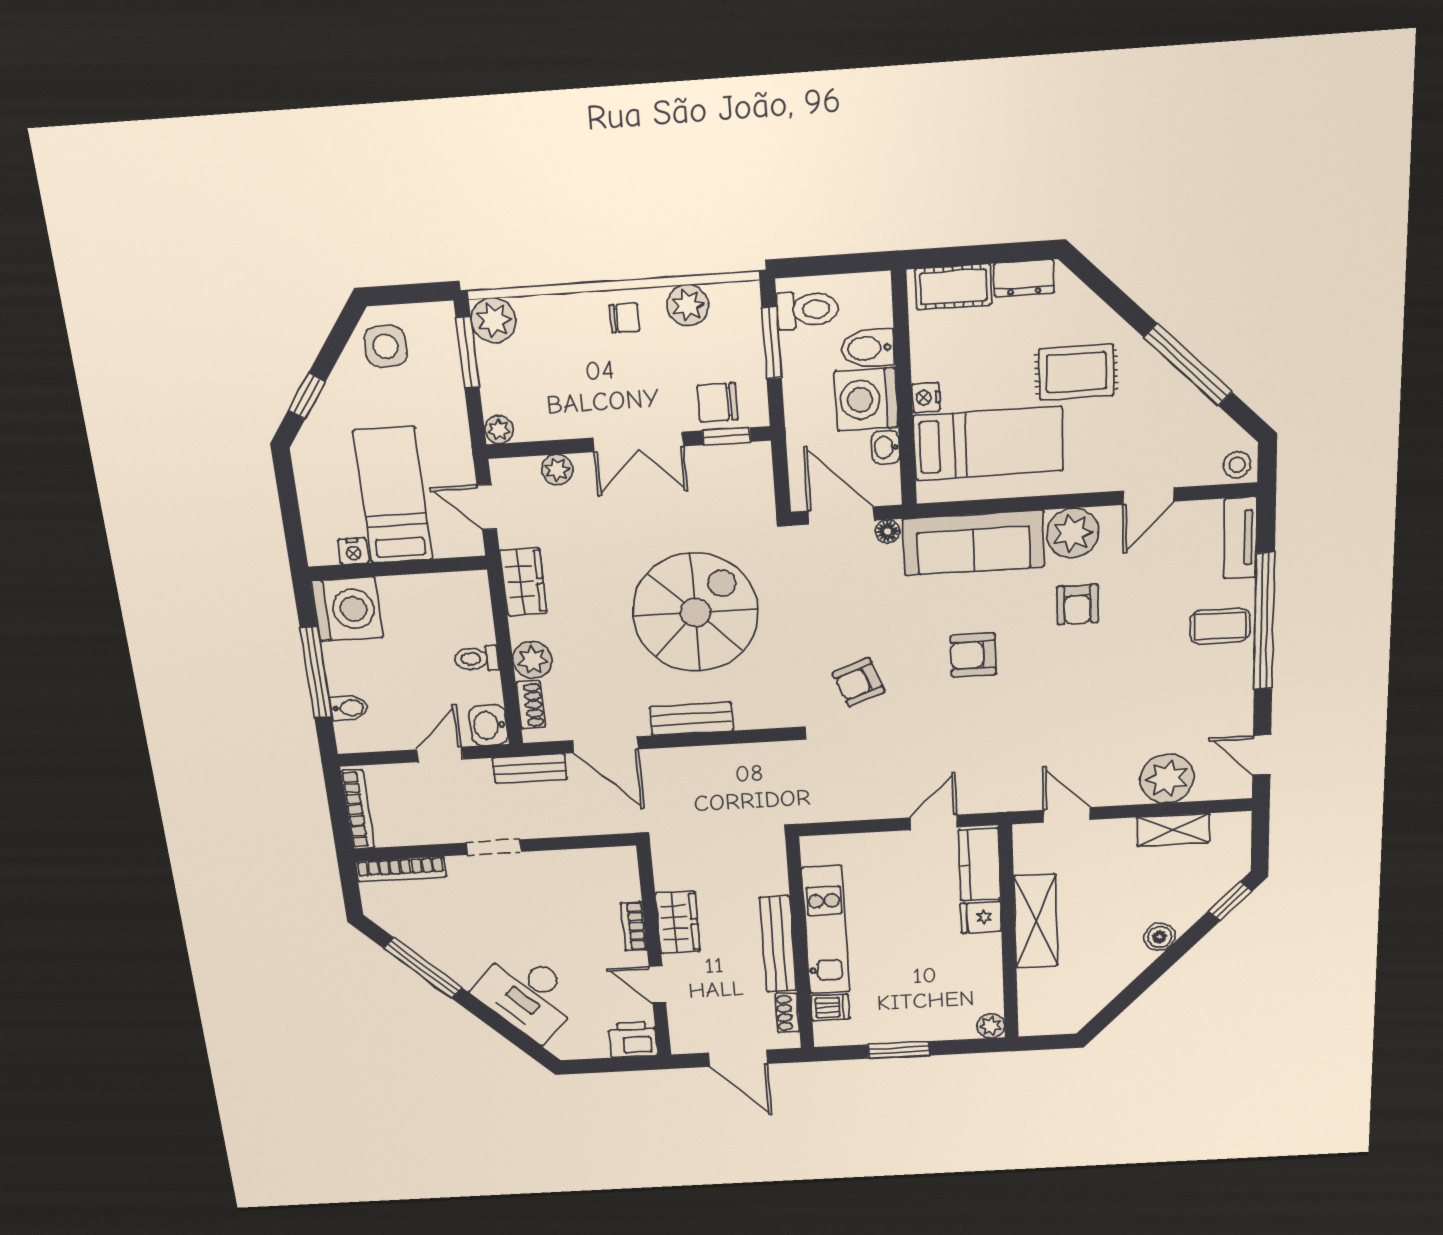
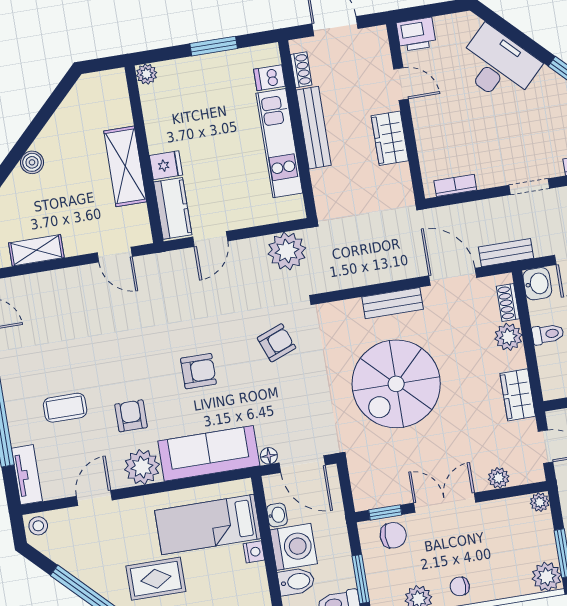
coffee table: (1220, 626) -> (65, 408), moved
plant: (1167, 779) -> (287, 251), moved
bookcase: (634, 926) -> (455, 185), moved, turned -90

